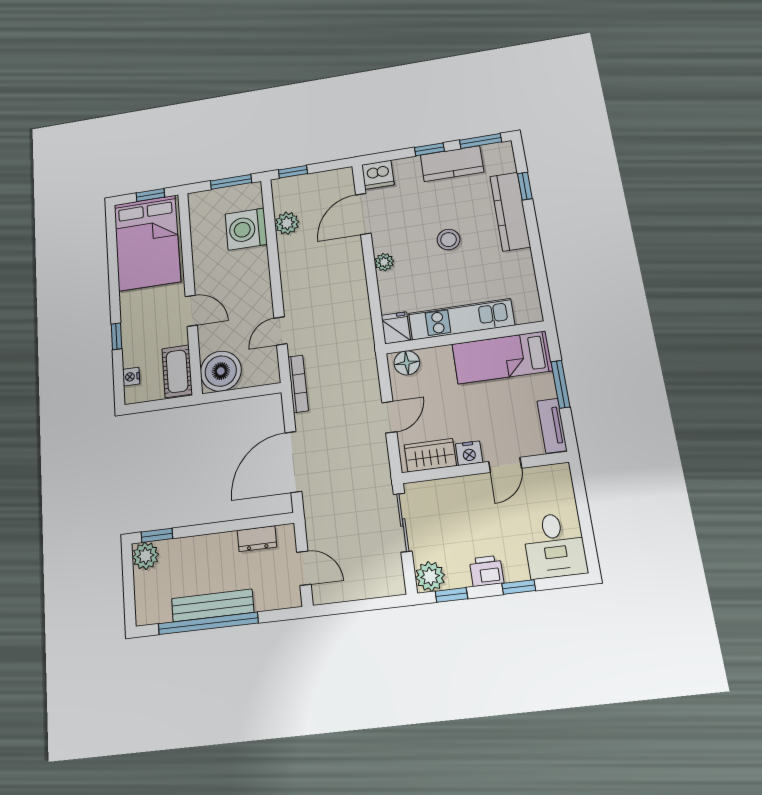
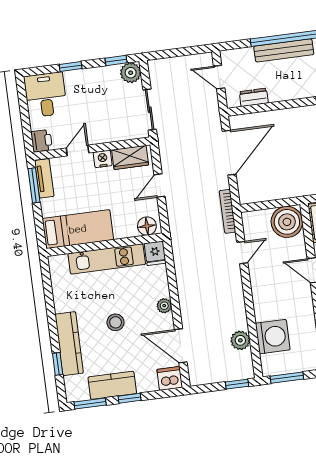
door: (363, 214) -> (181, 346), swing flipped
window: (561, 384) -> (34, 185), moved
printer: (487, 571) -> (42, 141), moved, turned -90

